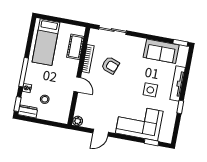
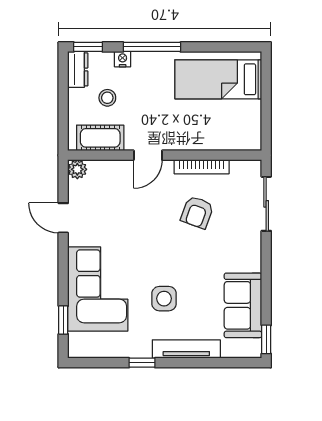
cot: (75, 47) -> (100, 138), moved

